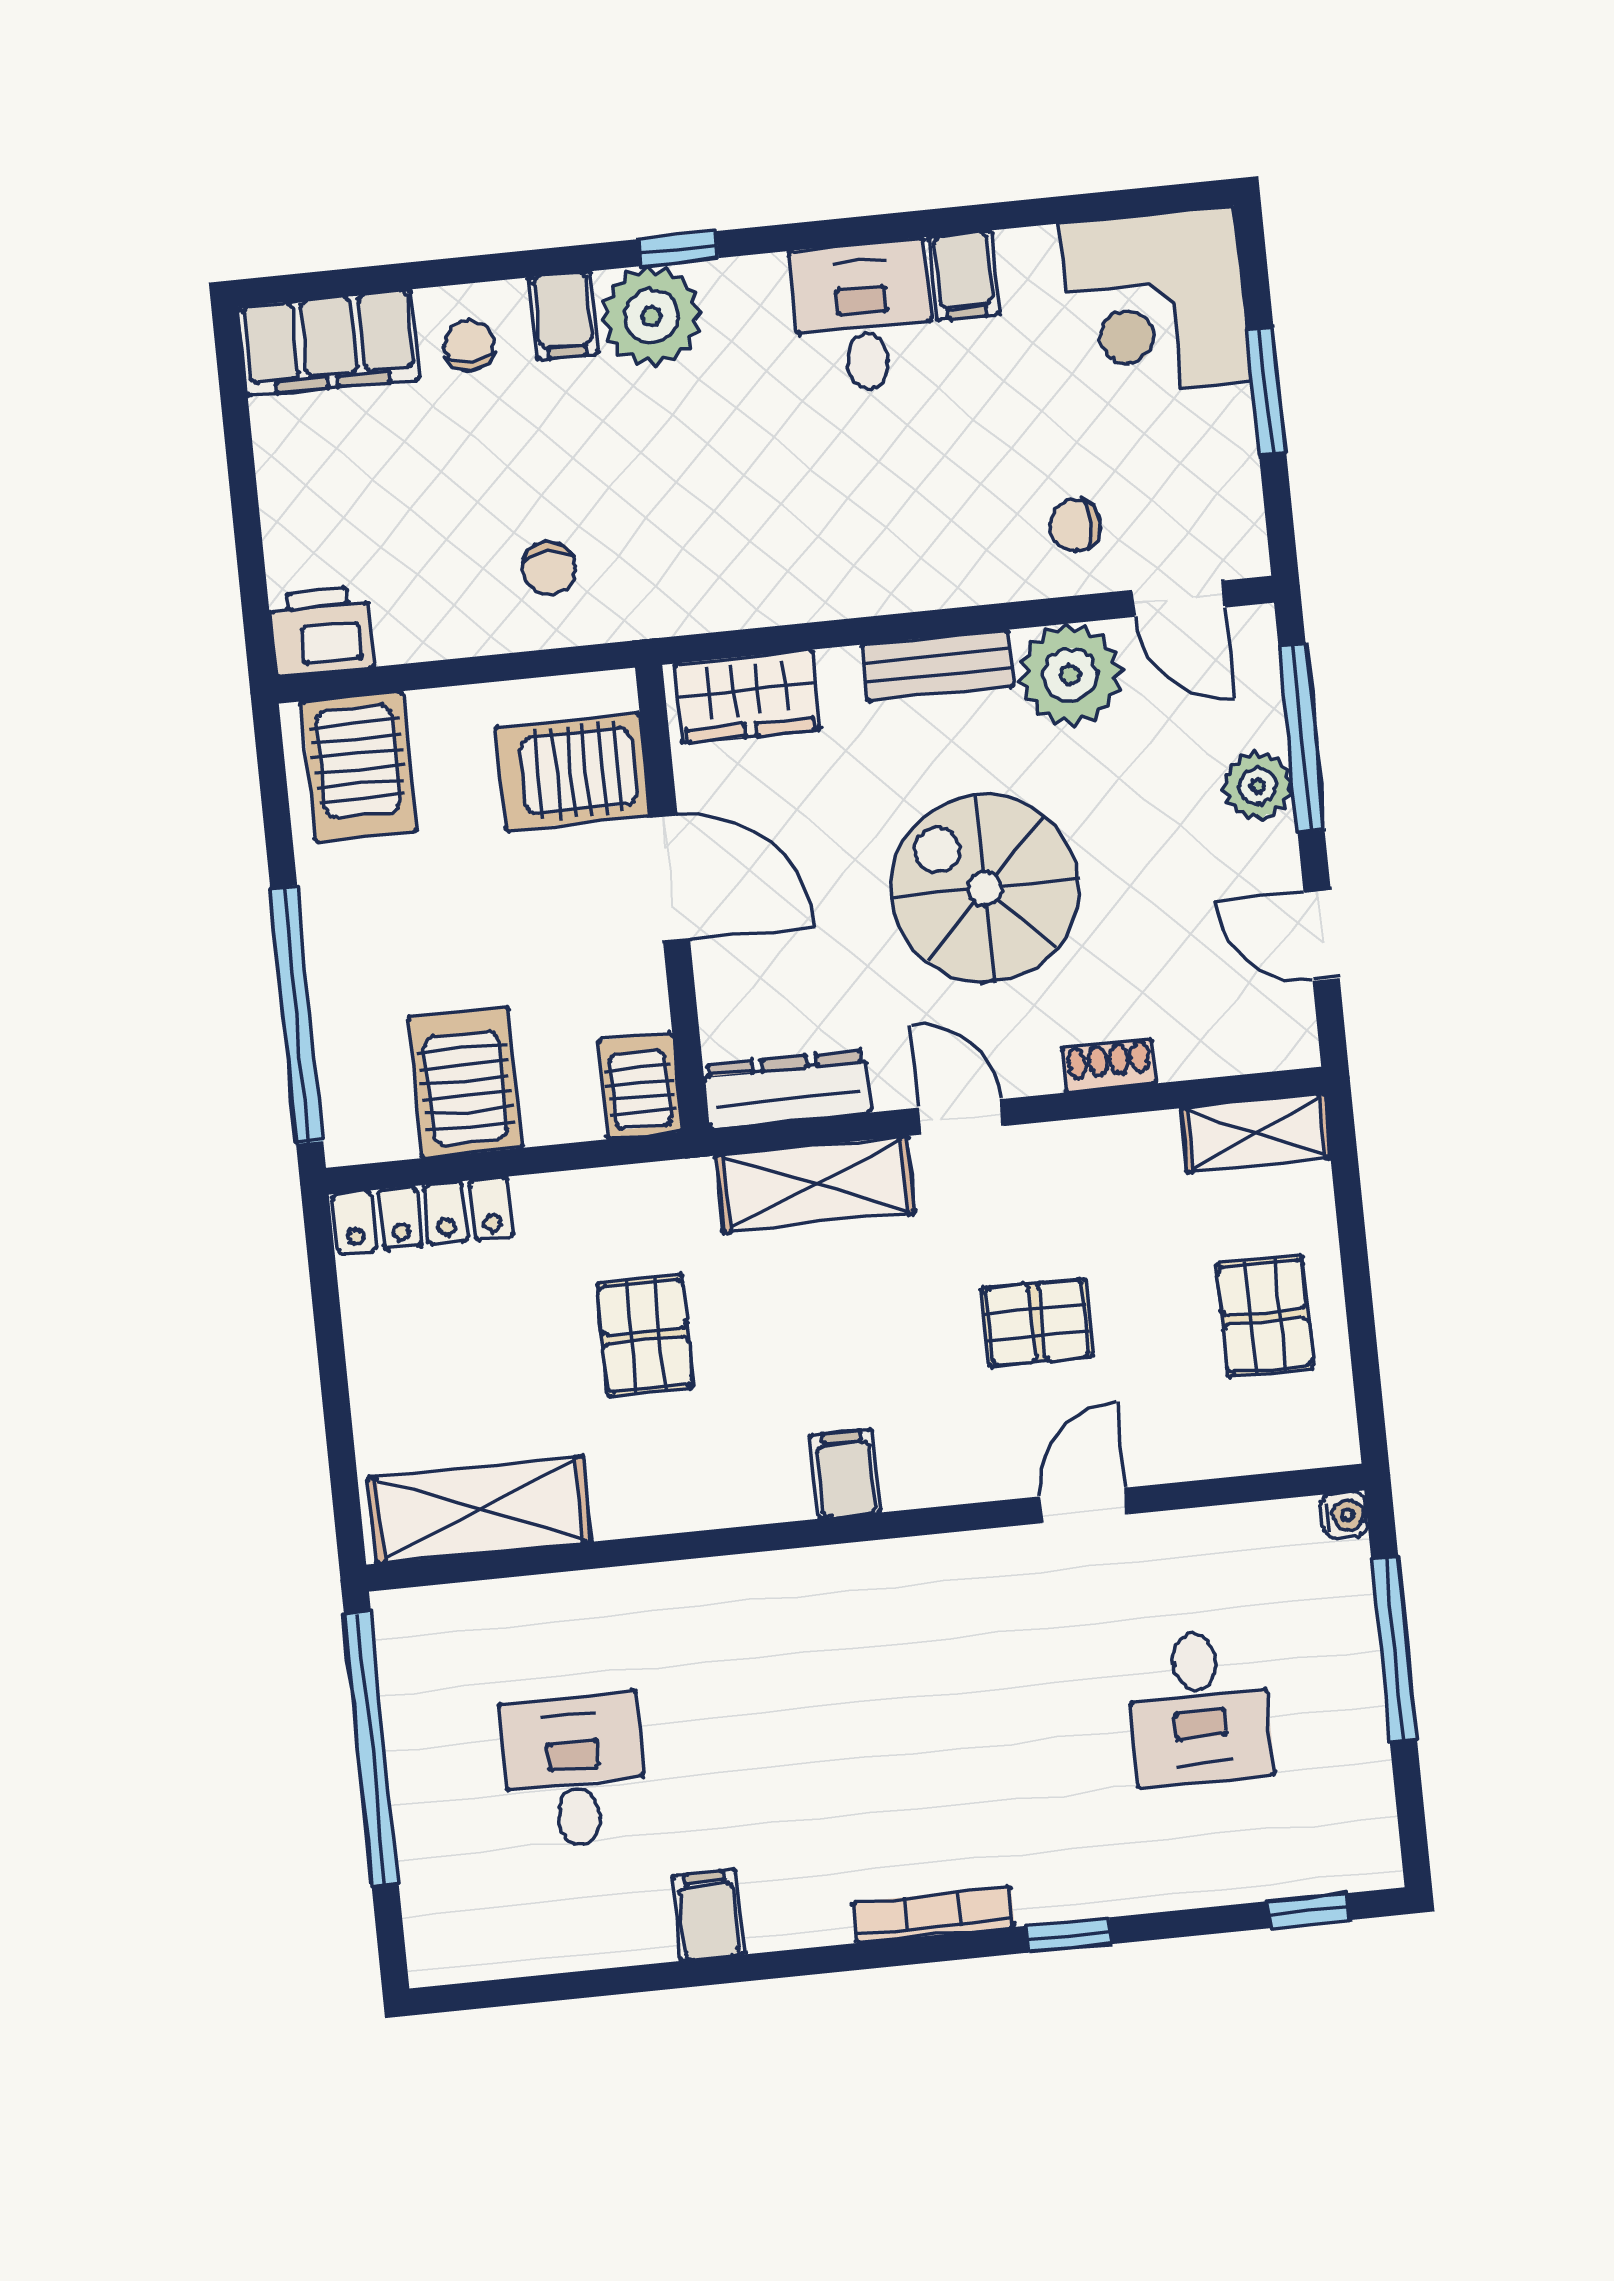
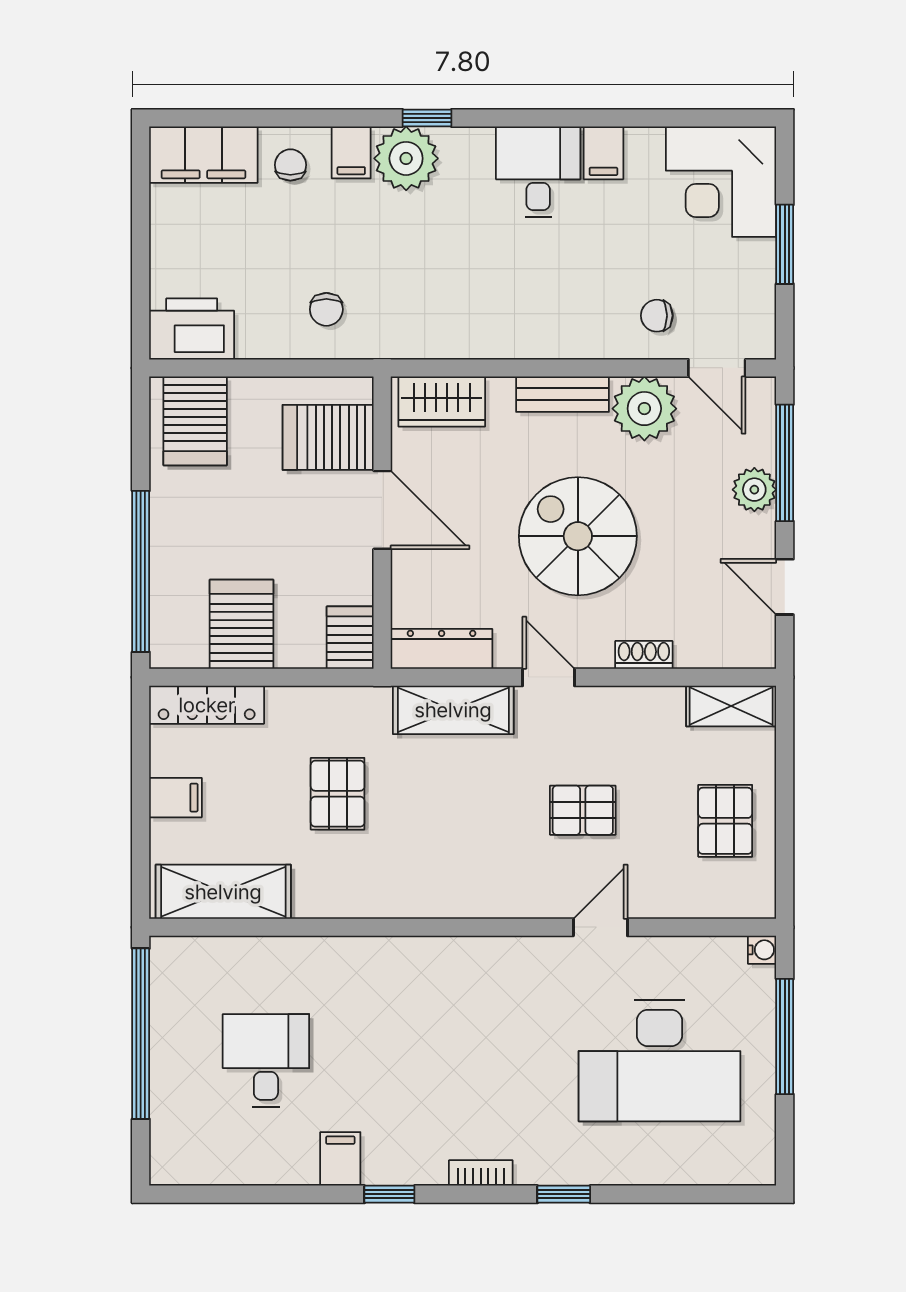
printer: (321, 631) -> (192, 329), width x1.37, depth x1.19
filing cabinet: (845, 1474) -> (176, 798), moved, turned 90
desk: (1199, 1708) -> (660, 1061), width x1.87, depth x1.30
window: (1309, 1911) -> (389, 1194), moved
bookcase: (934, 1915) -> (481, 1173), width x0.64

